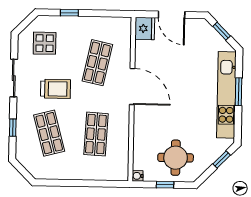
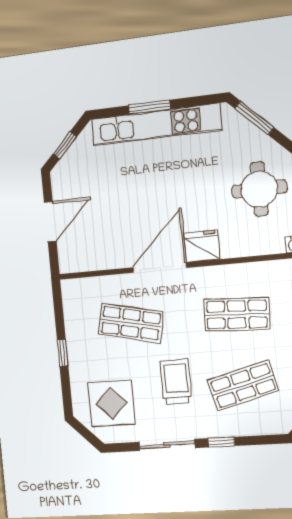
window: (69, 13) -> (63, 353), moved
fridge: (145, 28) -> (202, 246), moved
display table: (45, 43) -> (111, 403), width x1.36, depth x1.36
window: (13, 128) -> (221, 442), moved
window: (222, 160) -> (254, 118), width x1.50

